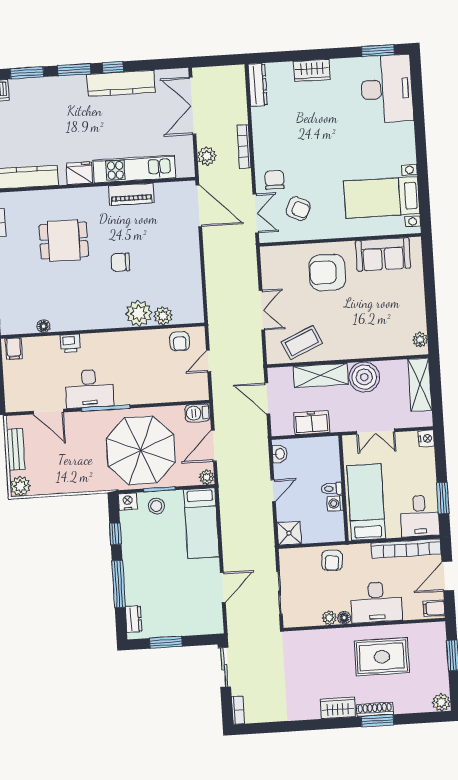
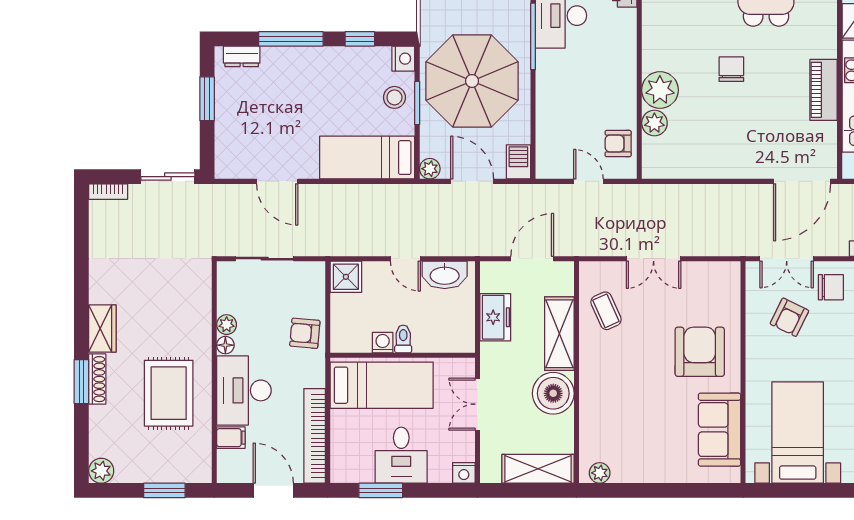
coffee table: (302, 342) -> (606, 311), width x0.73, depth x0.77
washbasin: (280, 454) -> (445, 275), width x1.91, depth x1.45
desk: (420, 516) -> (401, 455), moved, turned -90
filing cabinet: (434, 608) -> (231, 438), moved, turned 90

